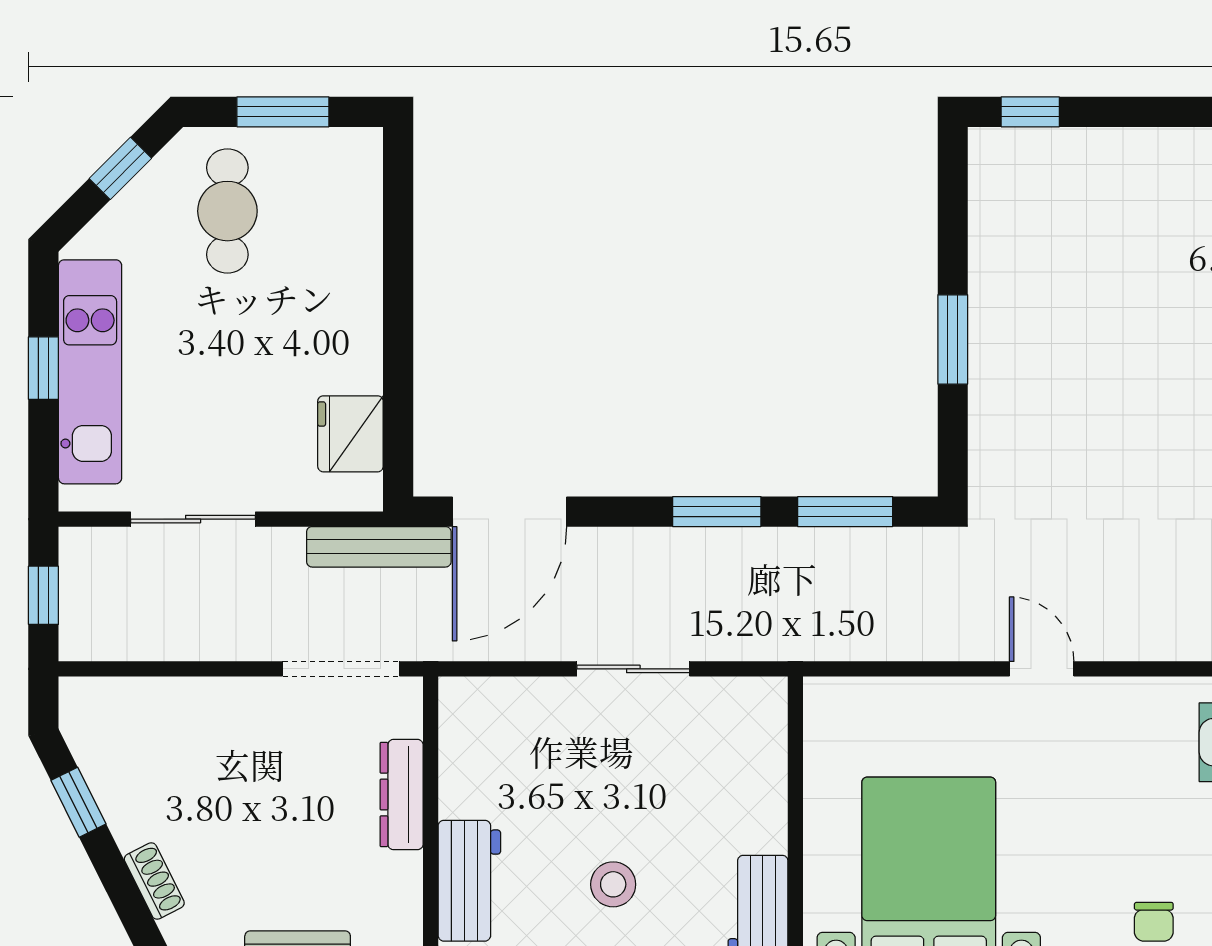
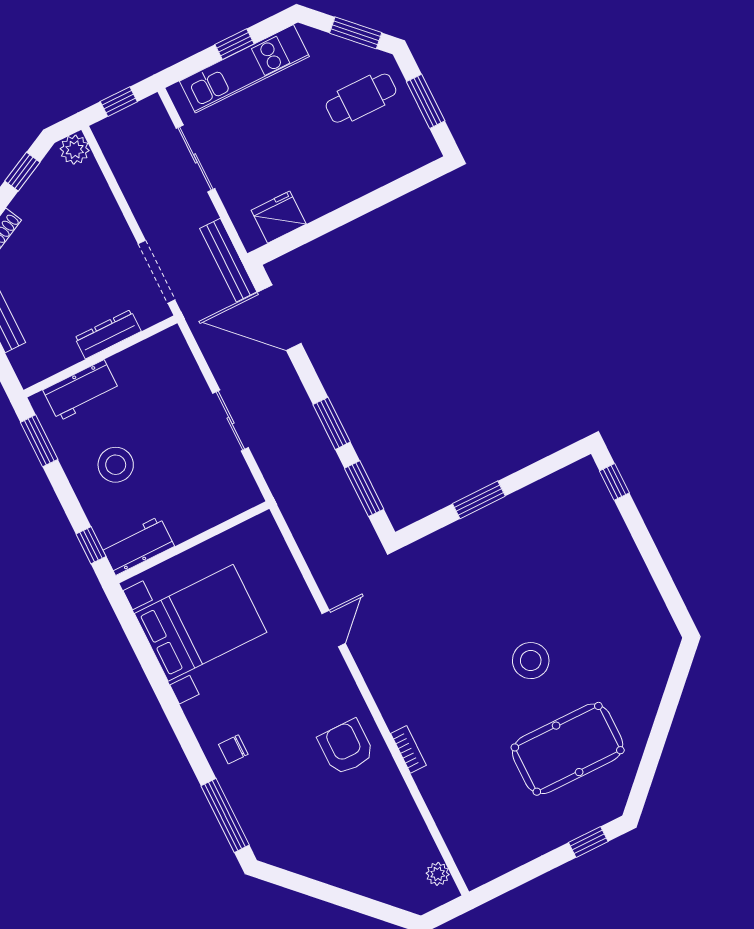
window: (120, 168) -> (356, 33), width x1.50
plant: (85, 702) -> (75, 150), added
stool: (613, 884) -> (116, 465), width x1.38, depth x1.38

